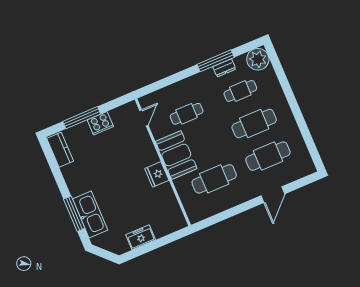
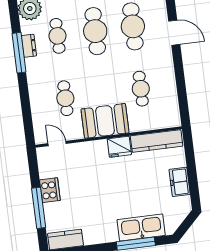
cafe table: (214, 179) -> (141, 89), width x0.73, depth x0.74
kitchen counter: (171, 206) -> (157, 141), added

